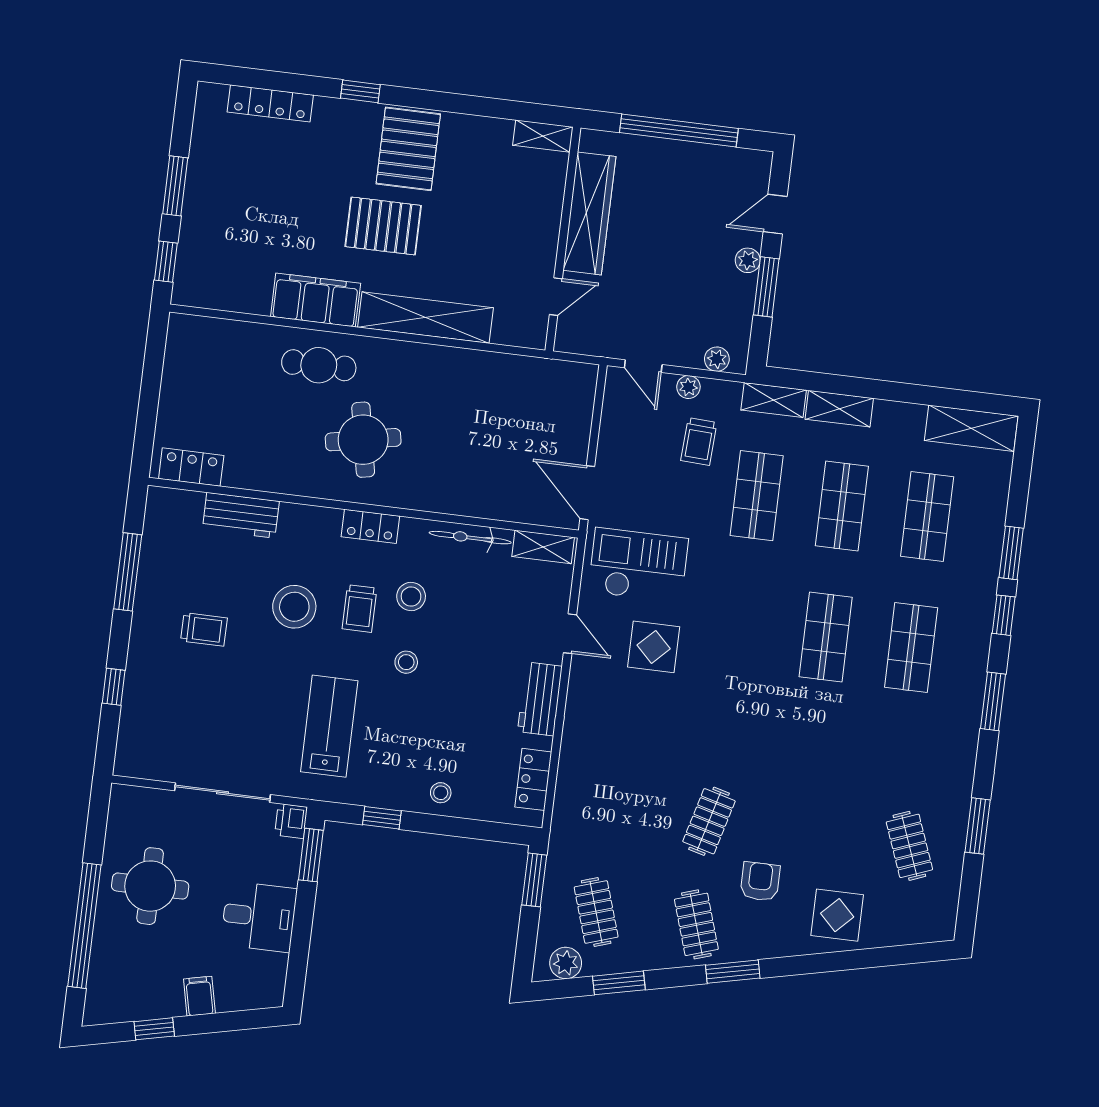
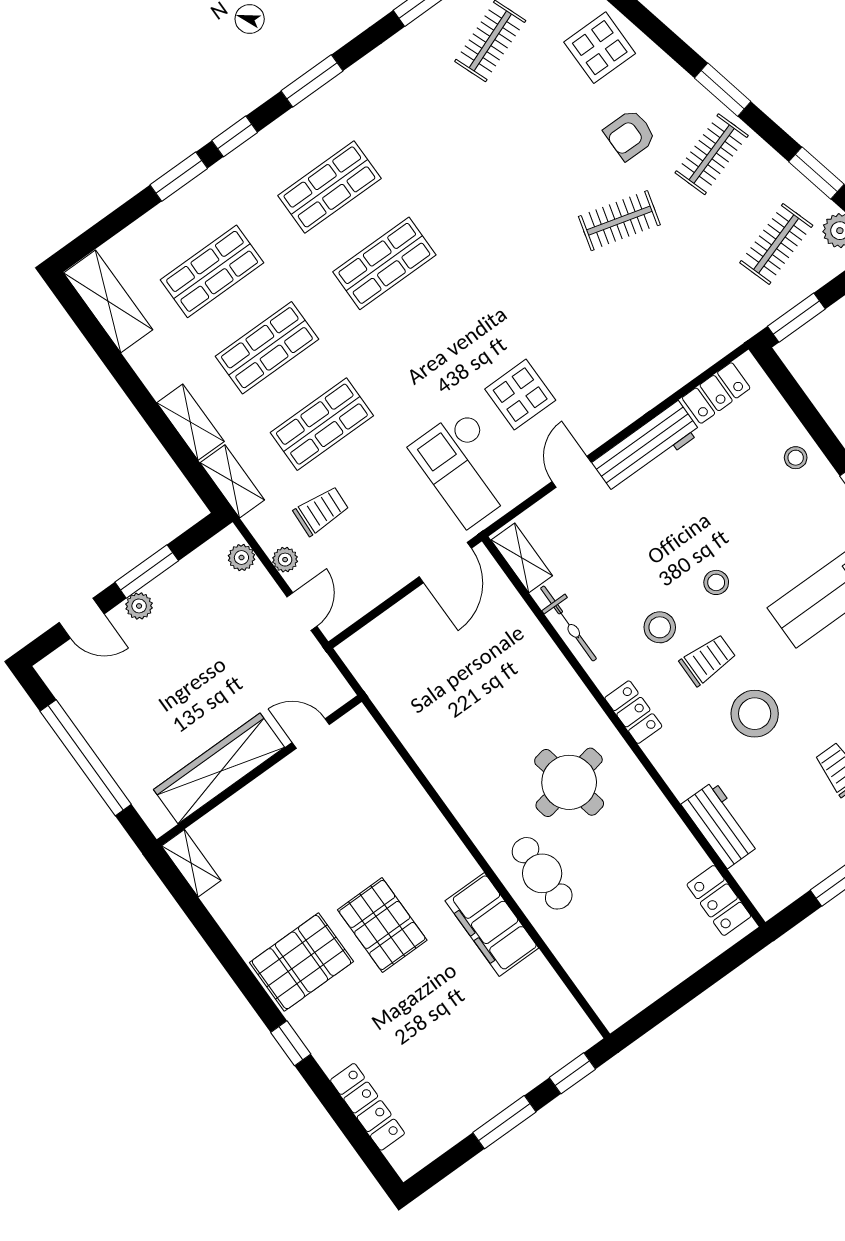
shelving: (425, 318) -> (424, 823), removed
workbench: (540, 699) -> (646, 448), width x1.38

